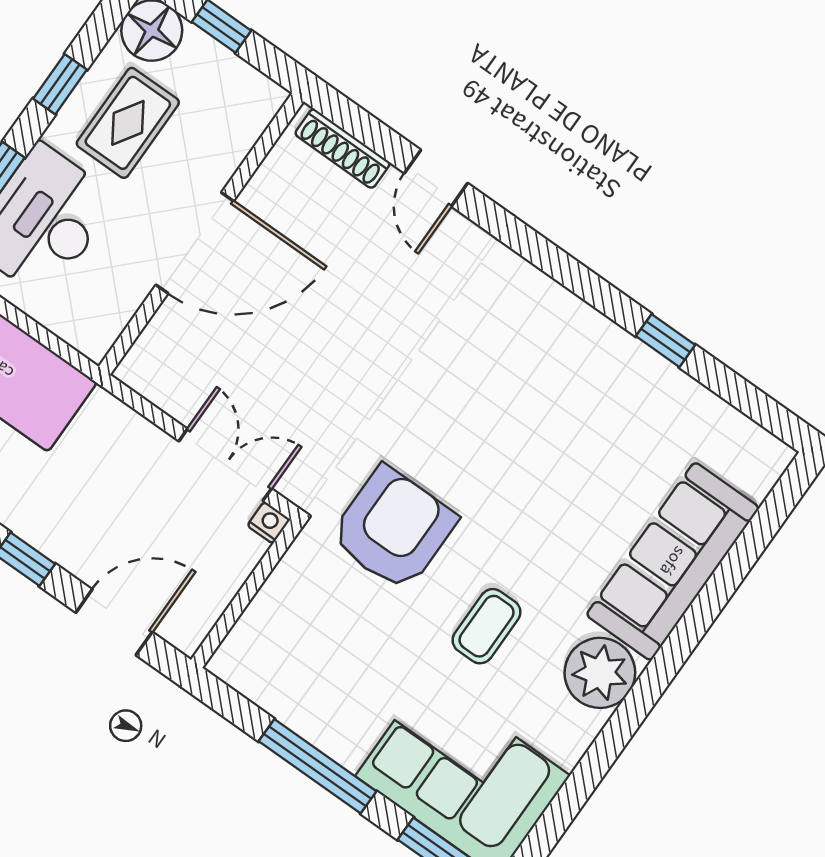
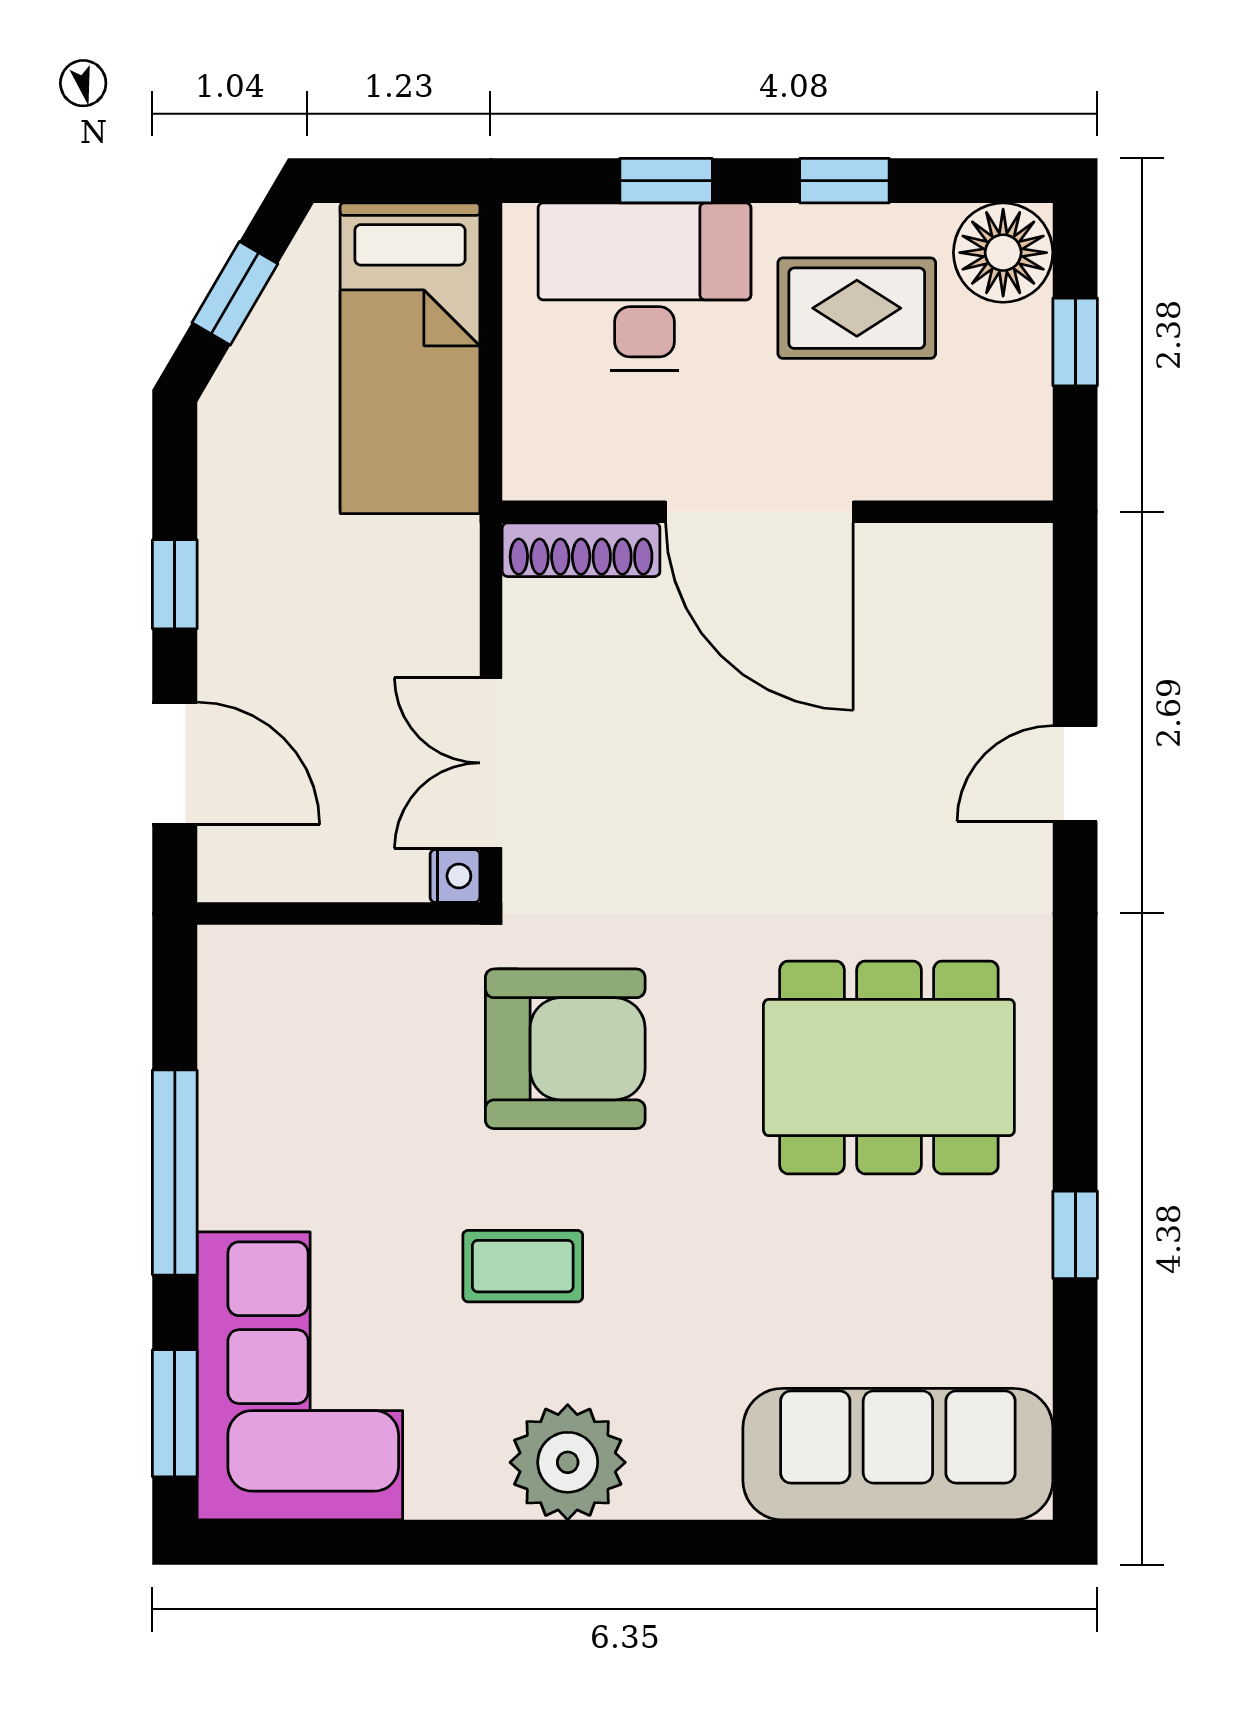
shoe rack: (342, 149) -> (581, 550), moved, turned -90
dining table: (517, 374) -> (889, 1067), added
double door: (225, 465) -> (491, 763), swing flipped
sofa: (673, 561) -> (898, 1454), moved

